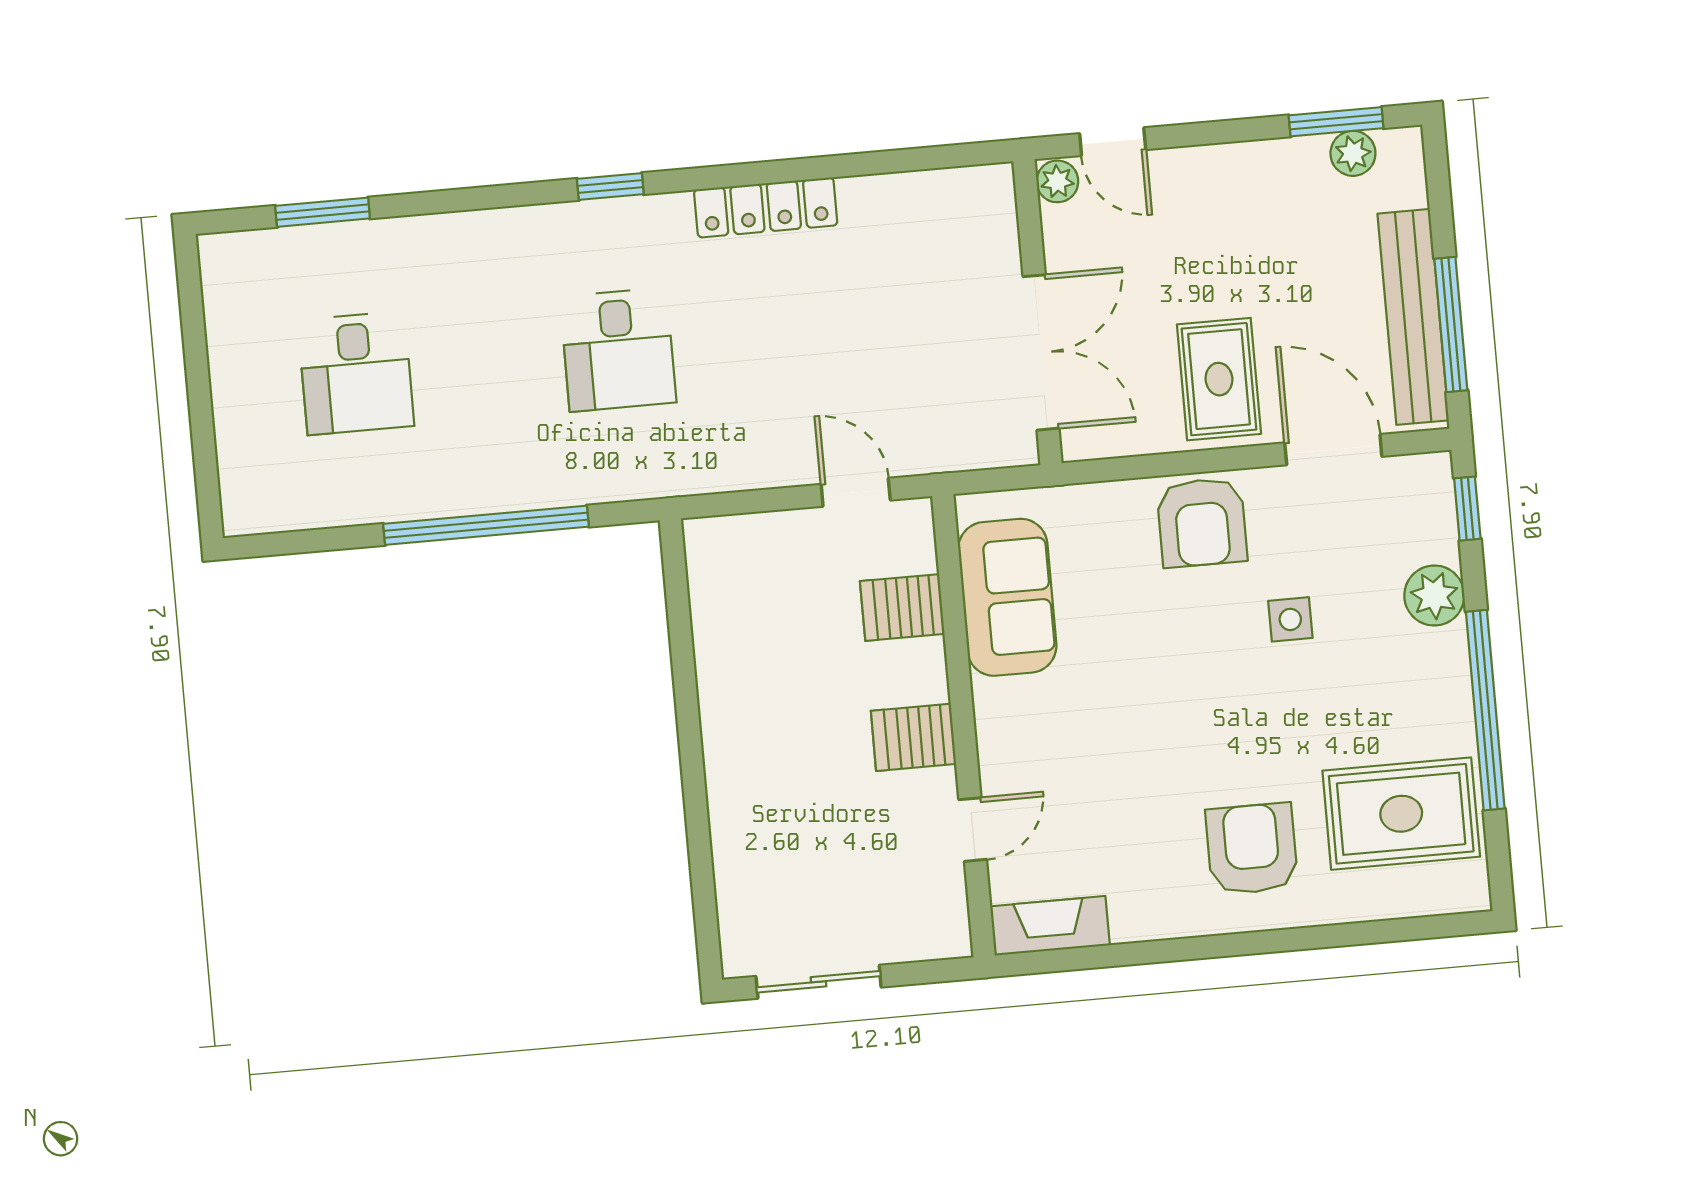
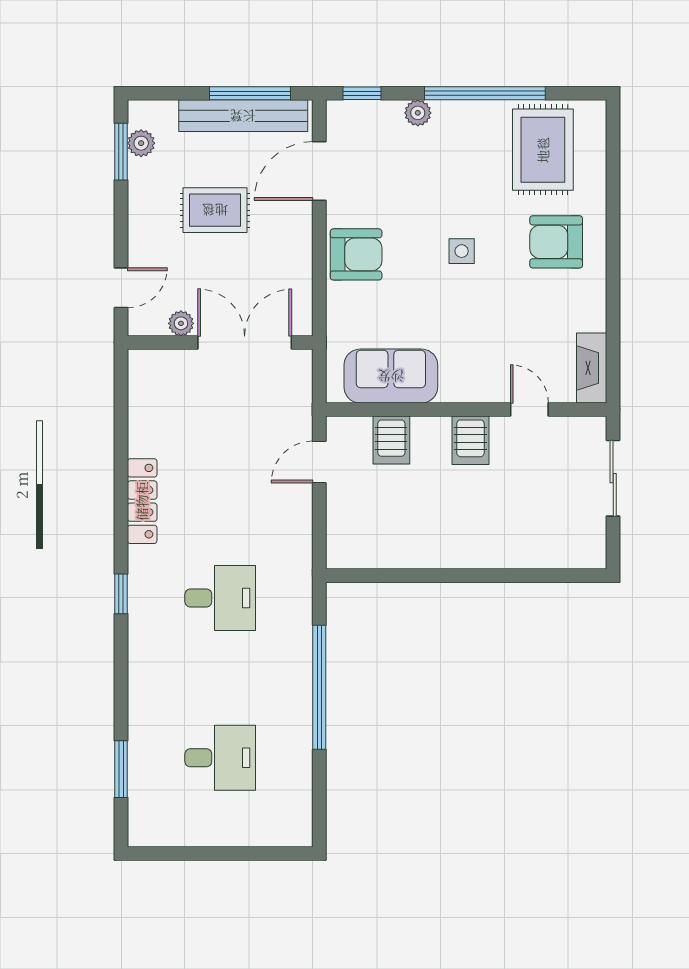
plant: (1057, 181) -> (181, 323), moved
rug: (1219, 379) -> (215, 210), moved
plant: (1434, 595) -> (418, 113), width x0.73, depth x0.73
side table: (1290, 619) -> (462, 251), moved
sliding door: (819, 982) -> (613, 478), moved

